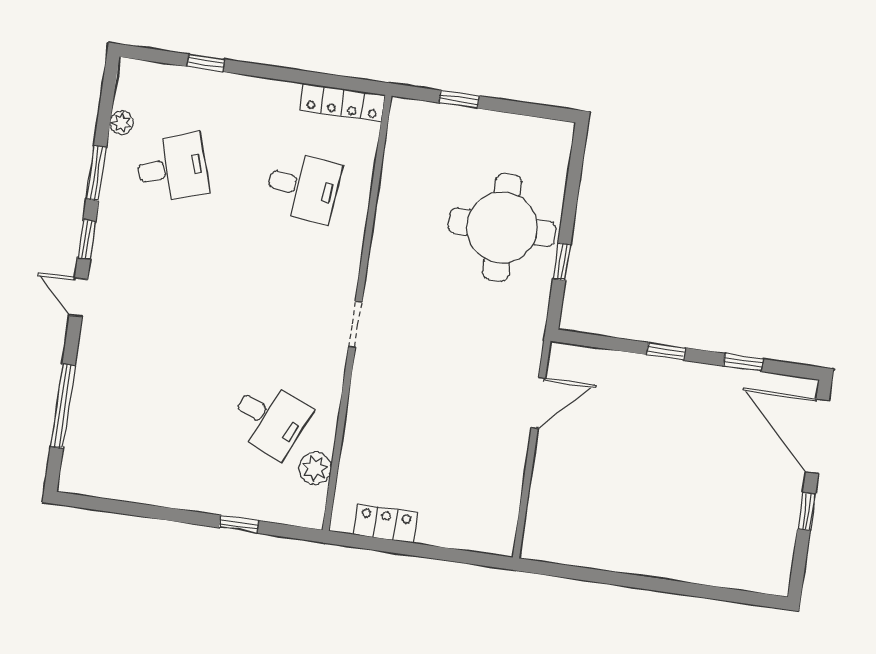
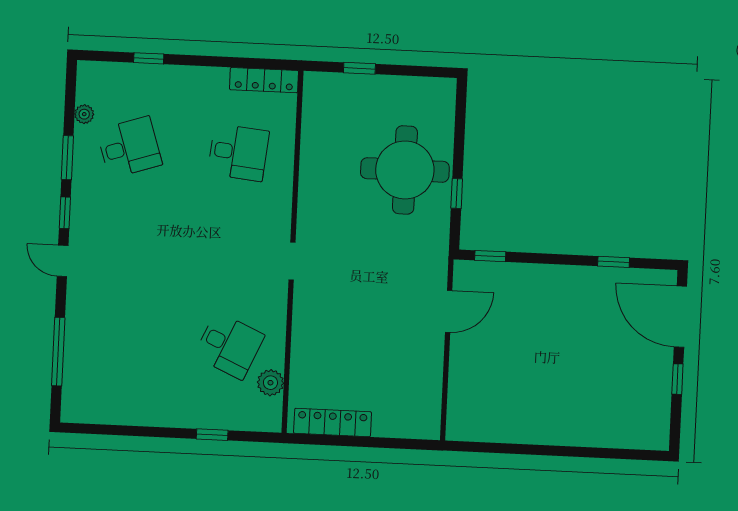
window: (666, 351) -> (490, 256), moved
locker: (385, 524) -> (333, 423), width x1.53

